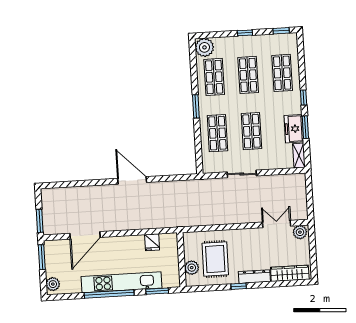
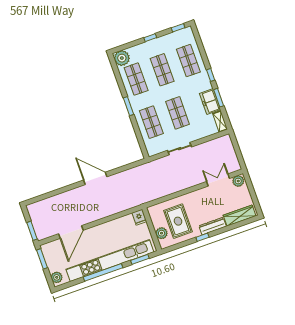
fridge: (152, 242) -> (139, 217), moved
kitchen unit: (121, 282) -> (110, 261), width x1.36

